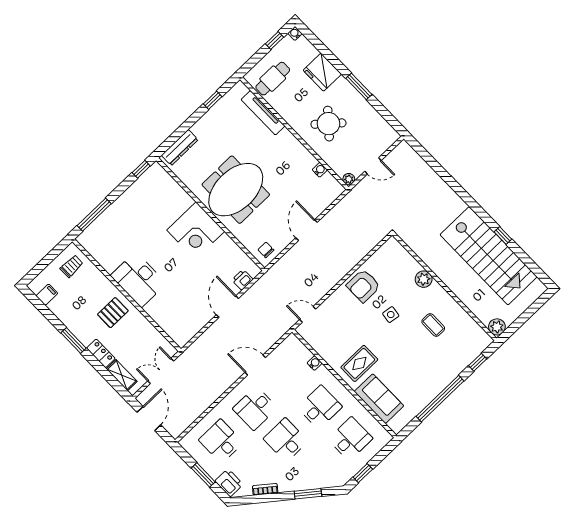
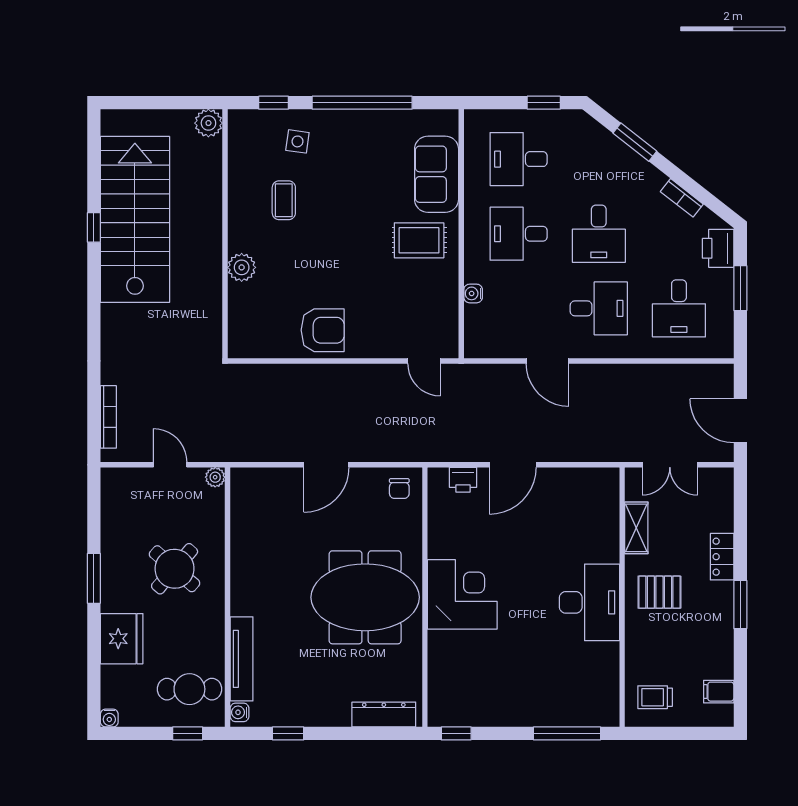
window: (274, 40) -> (188, 733), moved
bookcase: (419, 161) -> (108, 417), added
water cooler: (320, 170) -> (239, 712), moved
side table: (391, 315) -> (297, 141), moved
shelving: (122, 375) -> (636, 528), moved
door: (149, 419) -> (740, 421), hinge flipped

